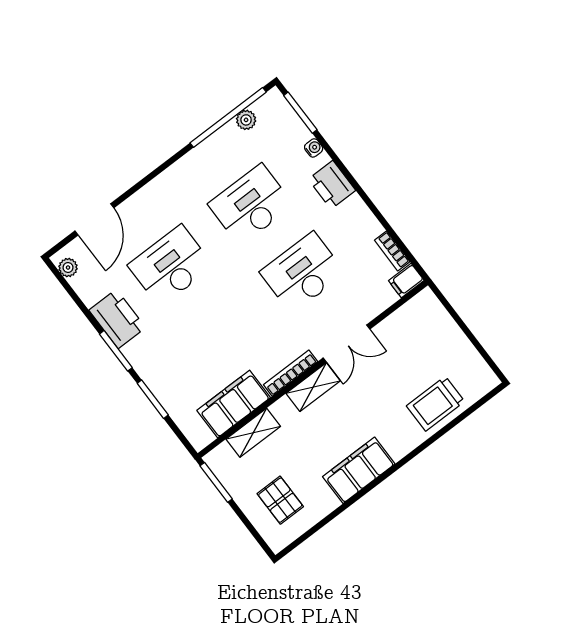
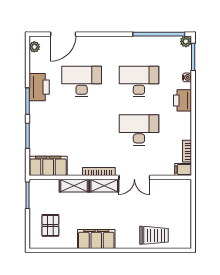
plant: (246, 120) -> (186, 41), moved
filing cabinet: (234, 404) -> (48, 166), moved
trolley: (436, 404) -> (154, 235), turned 180
shelving: (253, 433) -> (74, 186), moved

